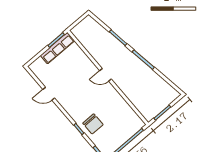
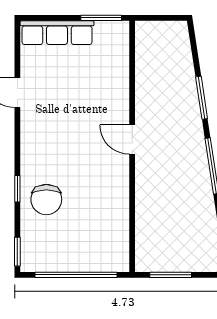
row of seats: (57, 48) -> (57, 33), moved

